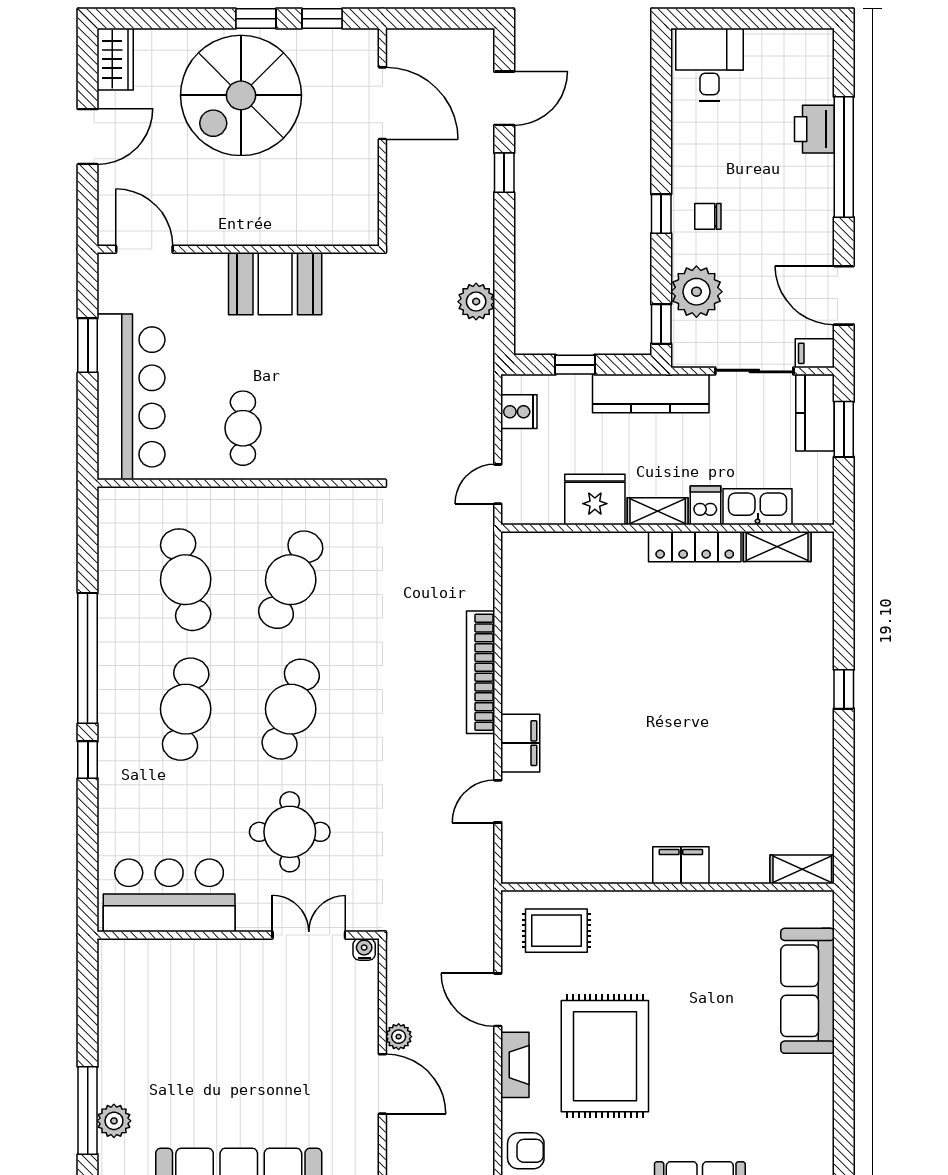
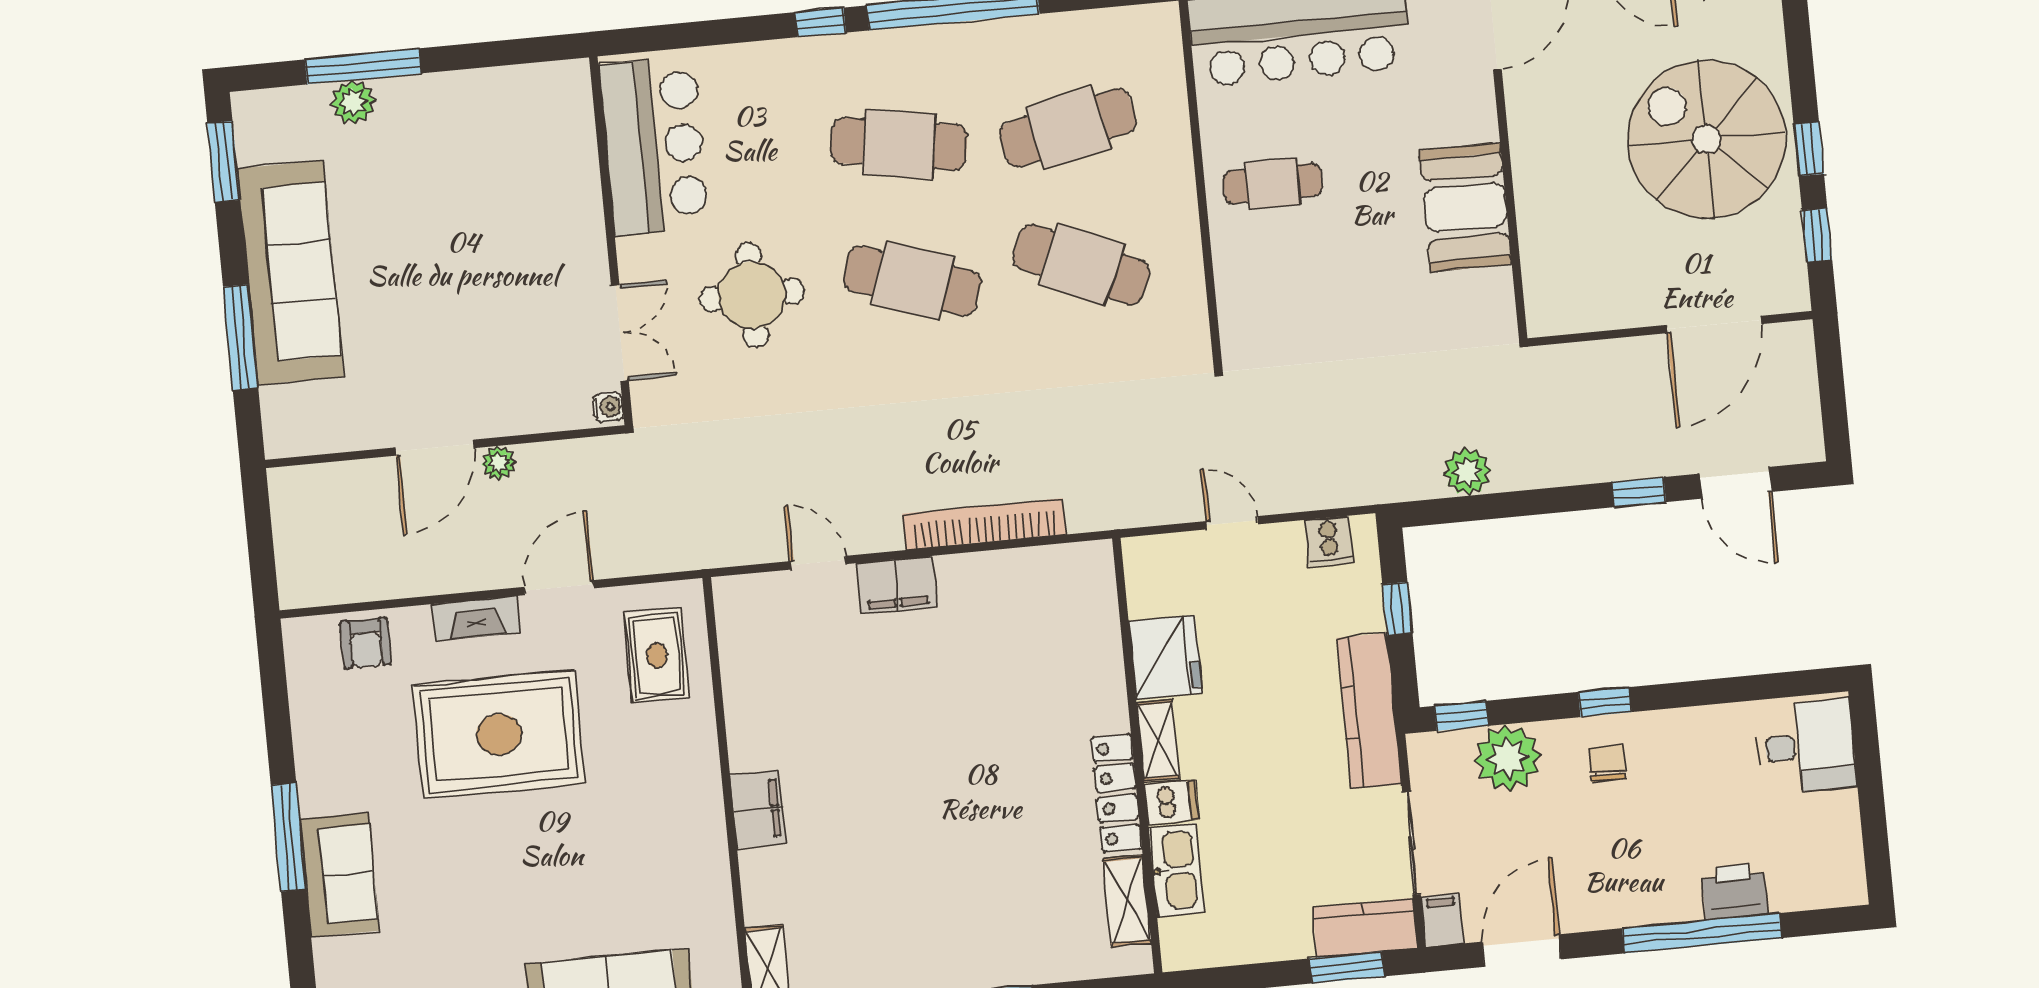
fridge: (595, 499) -> (1165, 657), moved
dishwasher: (706, 505) -> (1172, 802), moved
kitchen sink: (758, 507) -> (1176, 870), moved
shelving: (658, 511) -> (1158, 740), moved
wall: (668, 528) -> (1137, 756), moved
shelving: (777, 546) -> (1127, 901), moved
locker: (695, 547) -> (1117, 793), moved

